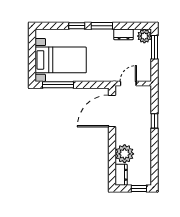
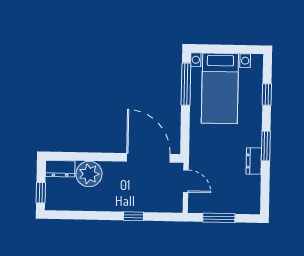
window: (77, 26) -> (267, 95), moved
dresser: (123, 34) -> (254, 161), moved
plant: (144, 36) -> (251, 204), removed
window: (155, 47) -> (219, 218), moved

